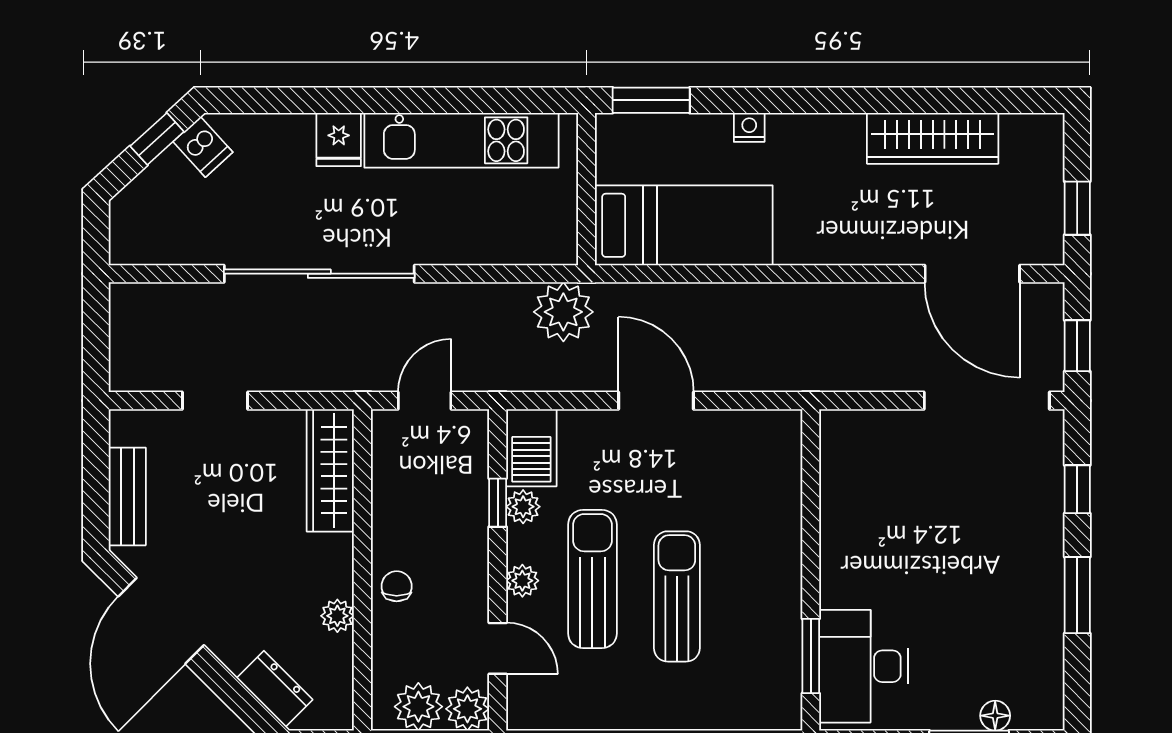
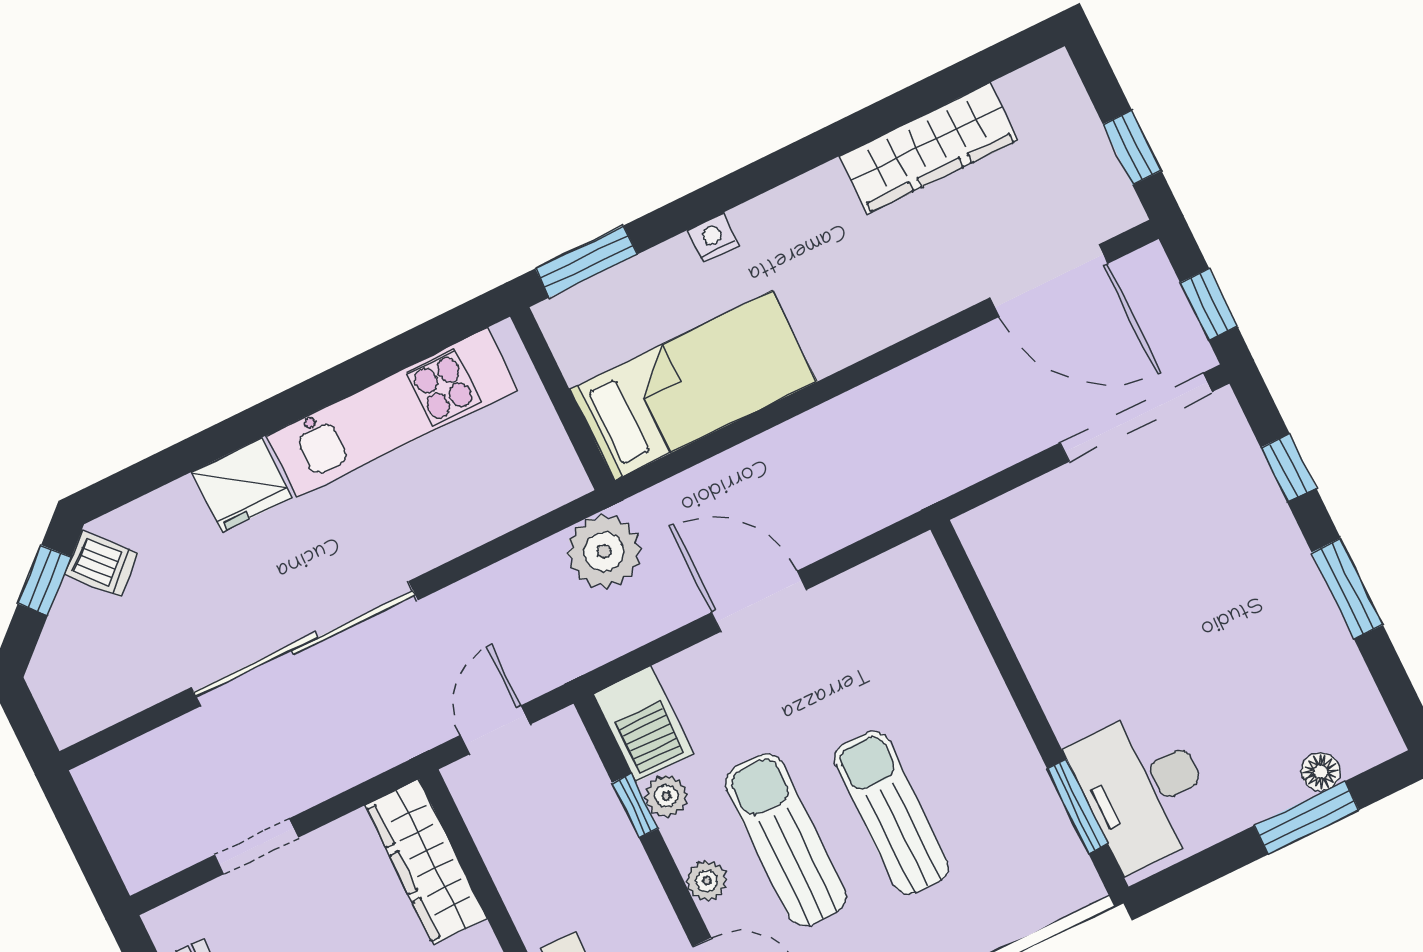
fridge: (339, 140) -> (242, 485), width x1.38

